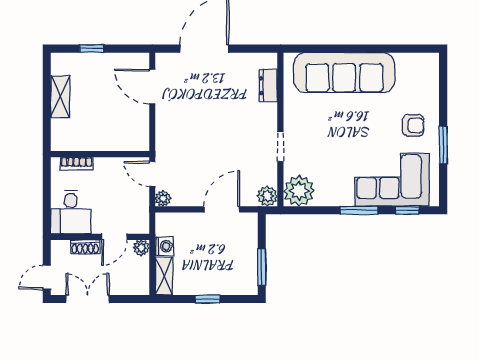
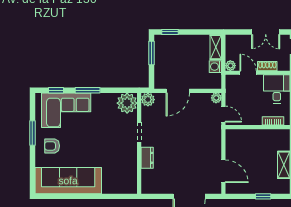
sofa: (344, 73) -> (68, 181), moved
dresser: (268, 86) -> (147, 158), moved
door: (115, 237) -> (248, 73), hinge flipped
window: (207, 299) -> (170, 32), moved

